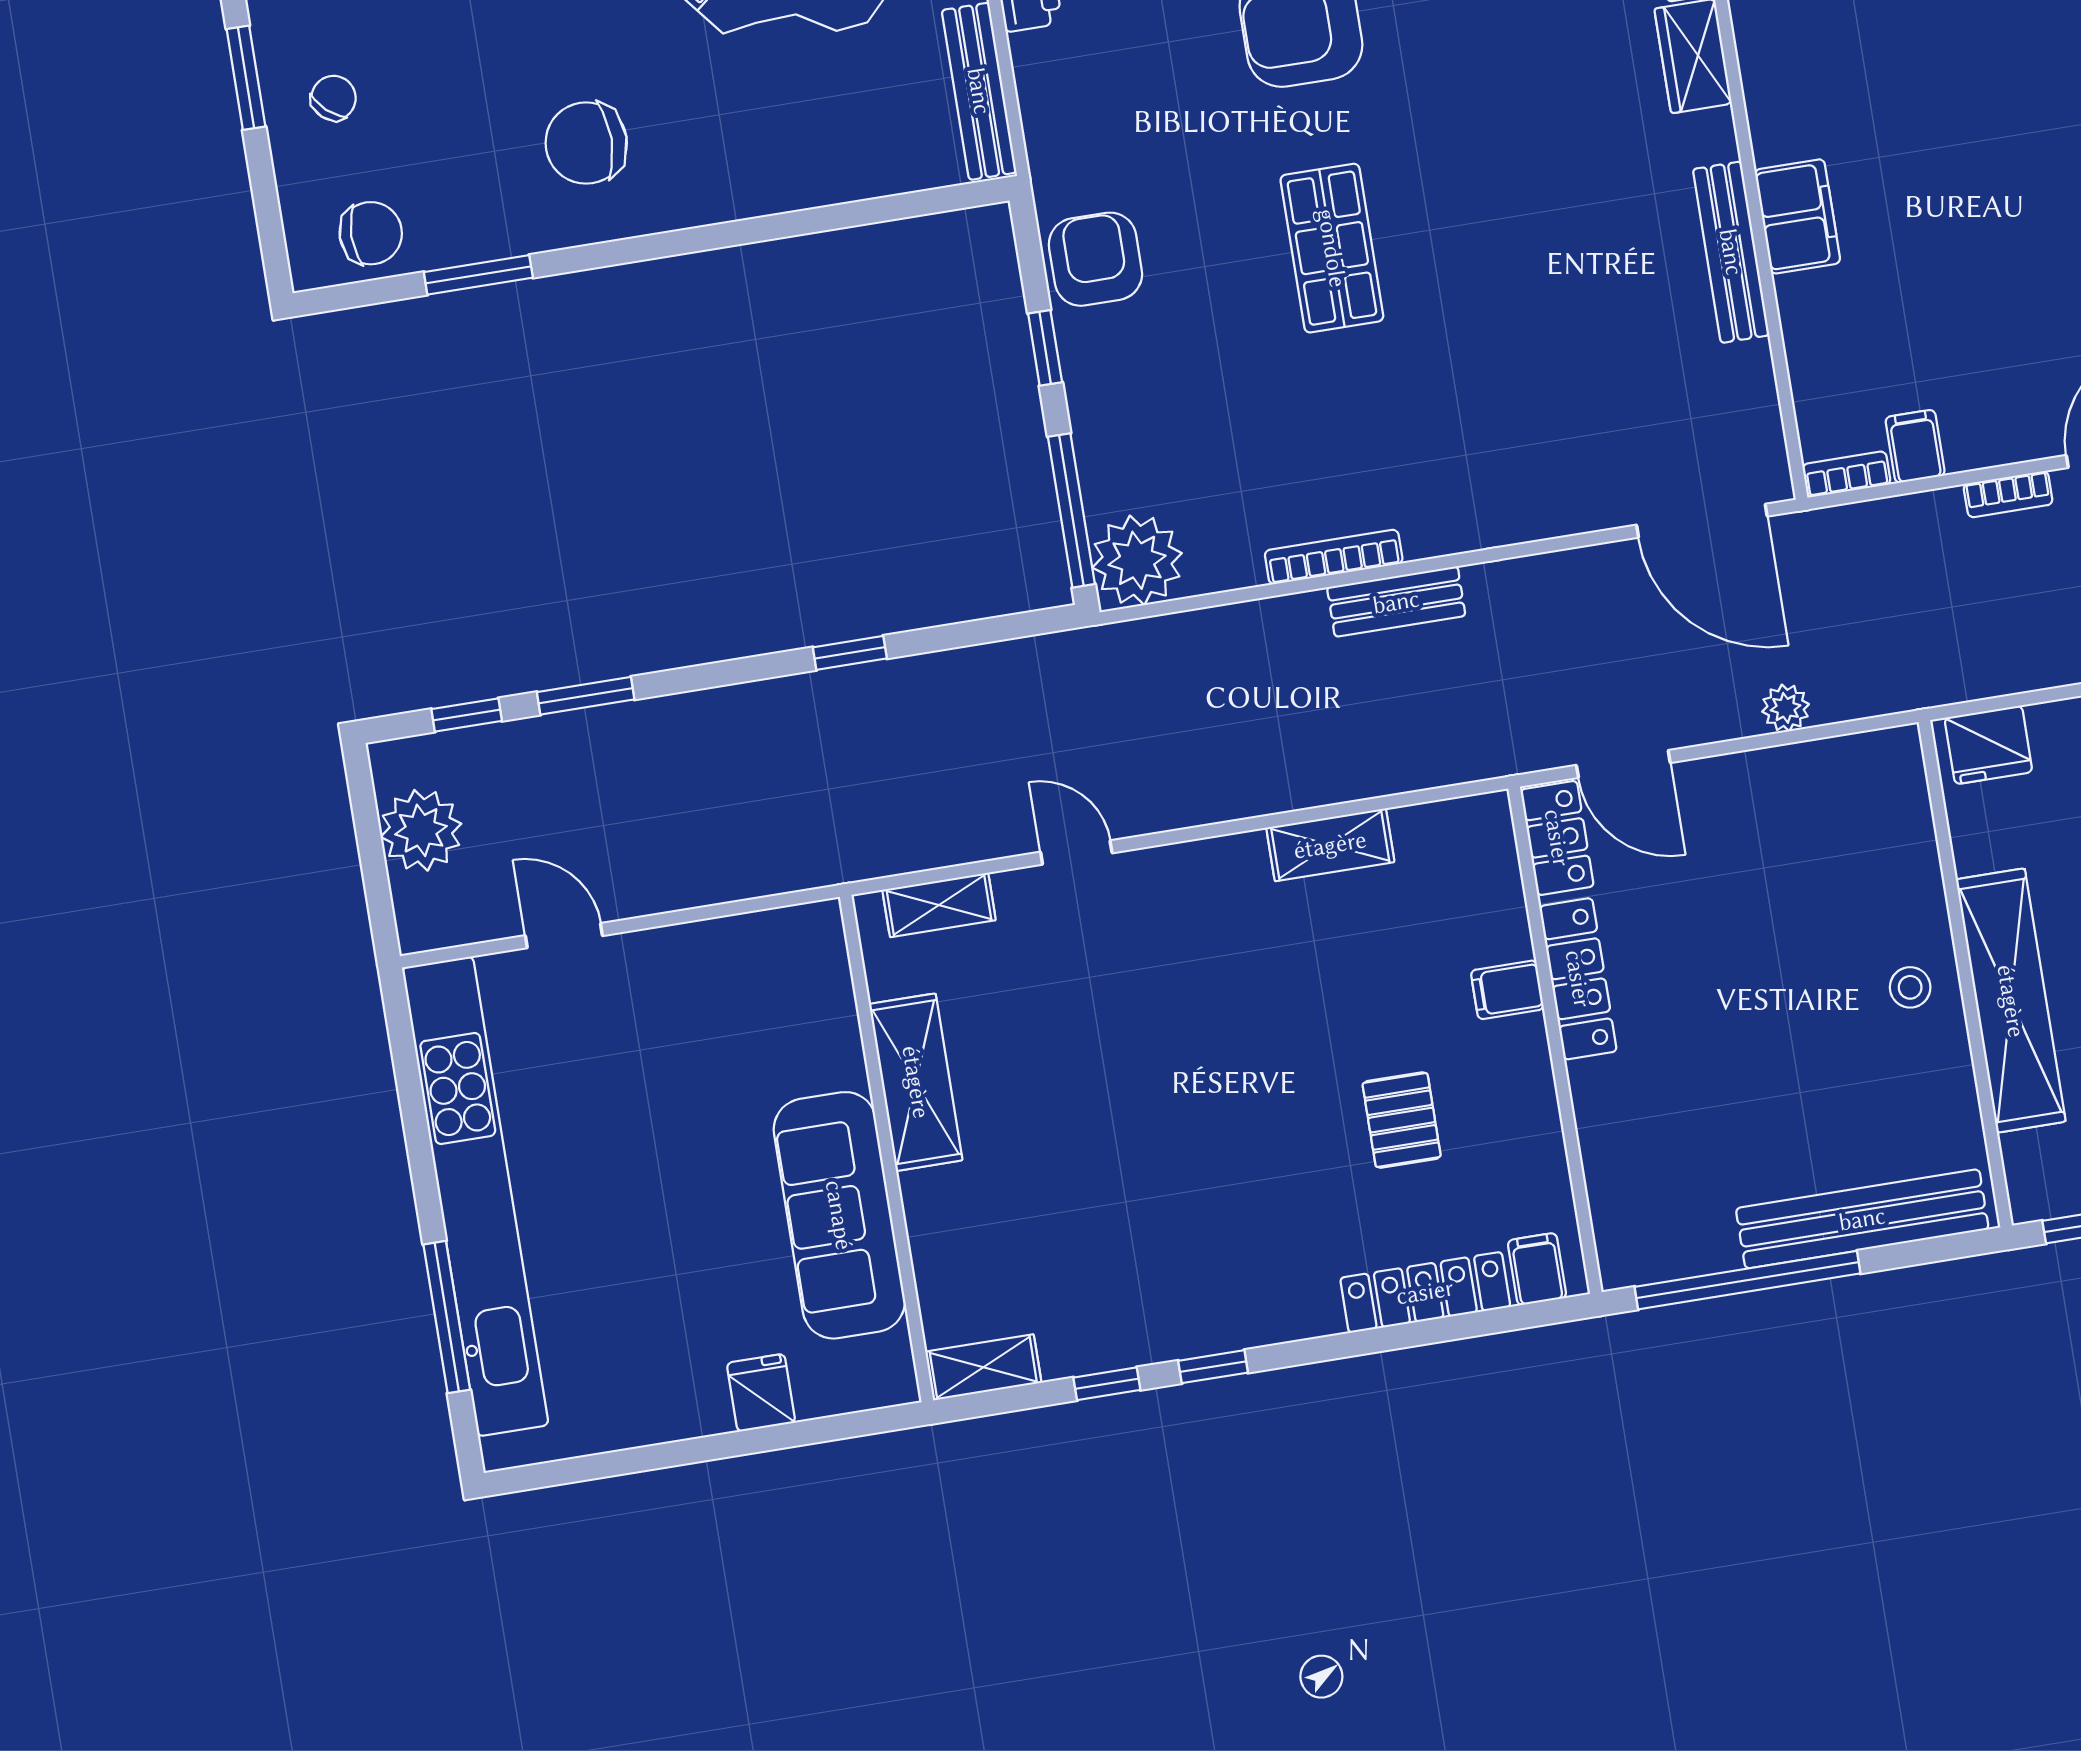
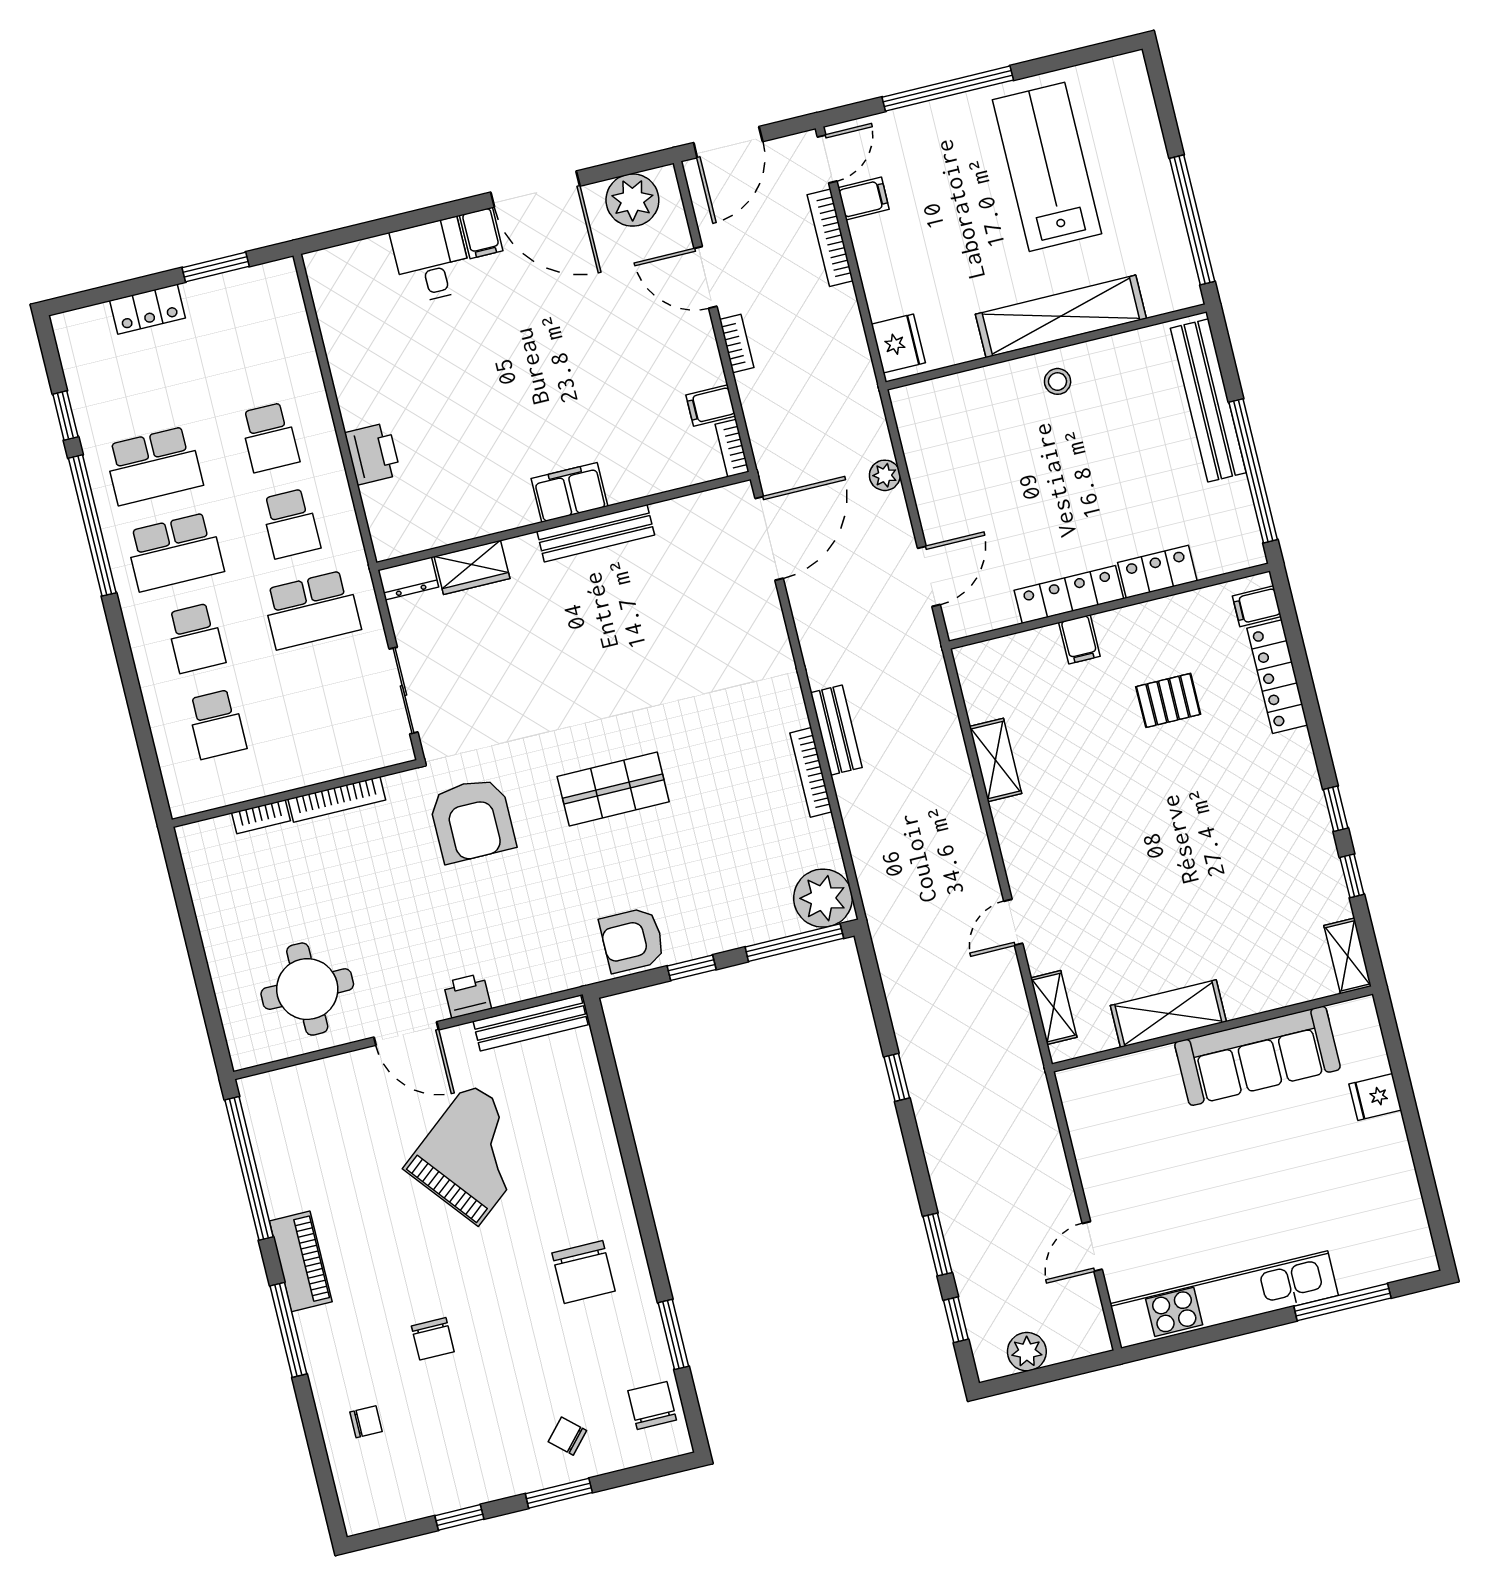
plant: (421, 830) -> (1027, 1352), width x0.73, depth x0.73
locker: (1557, 838) -> (1157, 572), moved
kitchen unit: (475, 1196) -> (1224, 1300), width x0.73

